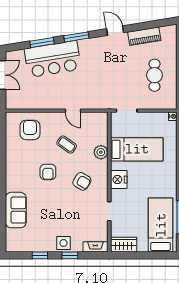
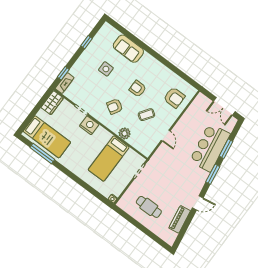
door: (73, 111) -> (166, 136), swing flipped
nightstand: (119, 179) -> (89, 125), moved
side table: (64, 243) -> (106, 69), moved
window: (70, 255) -> (63, 73), moved

